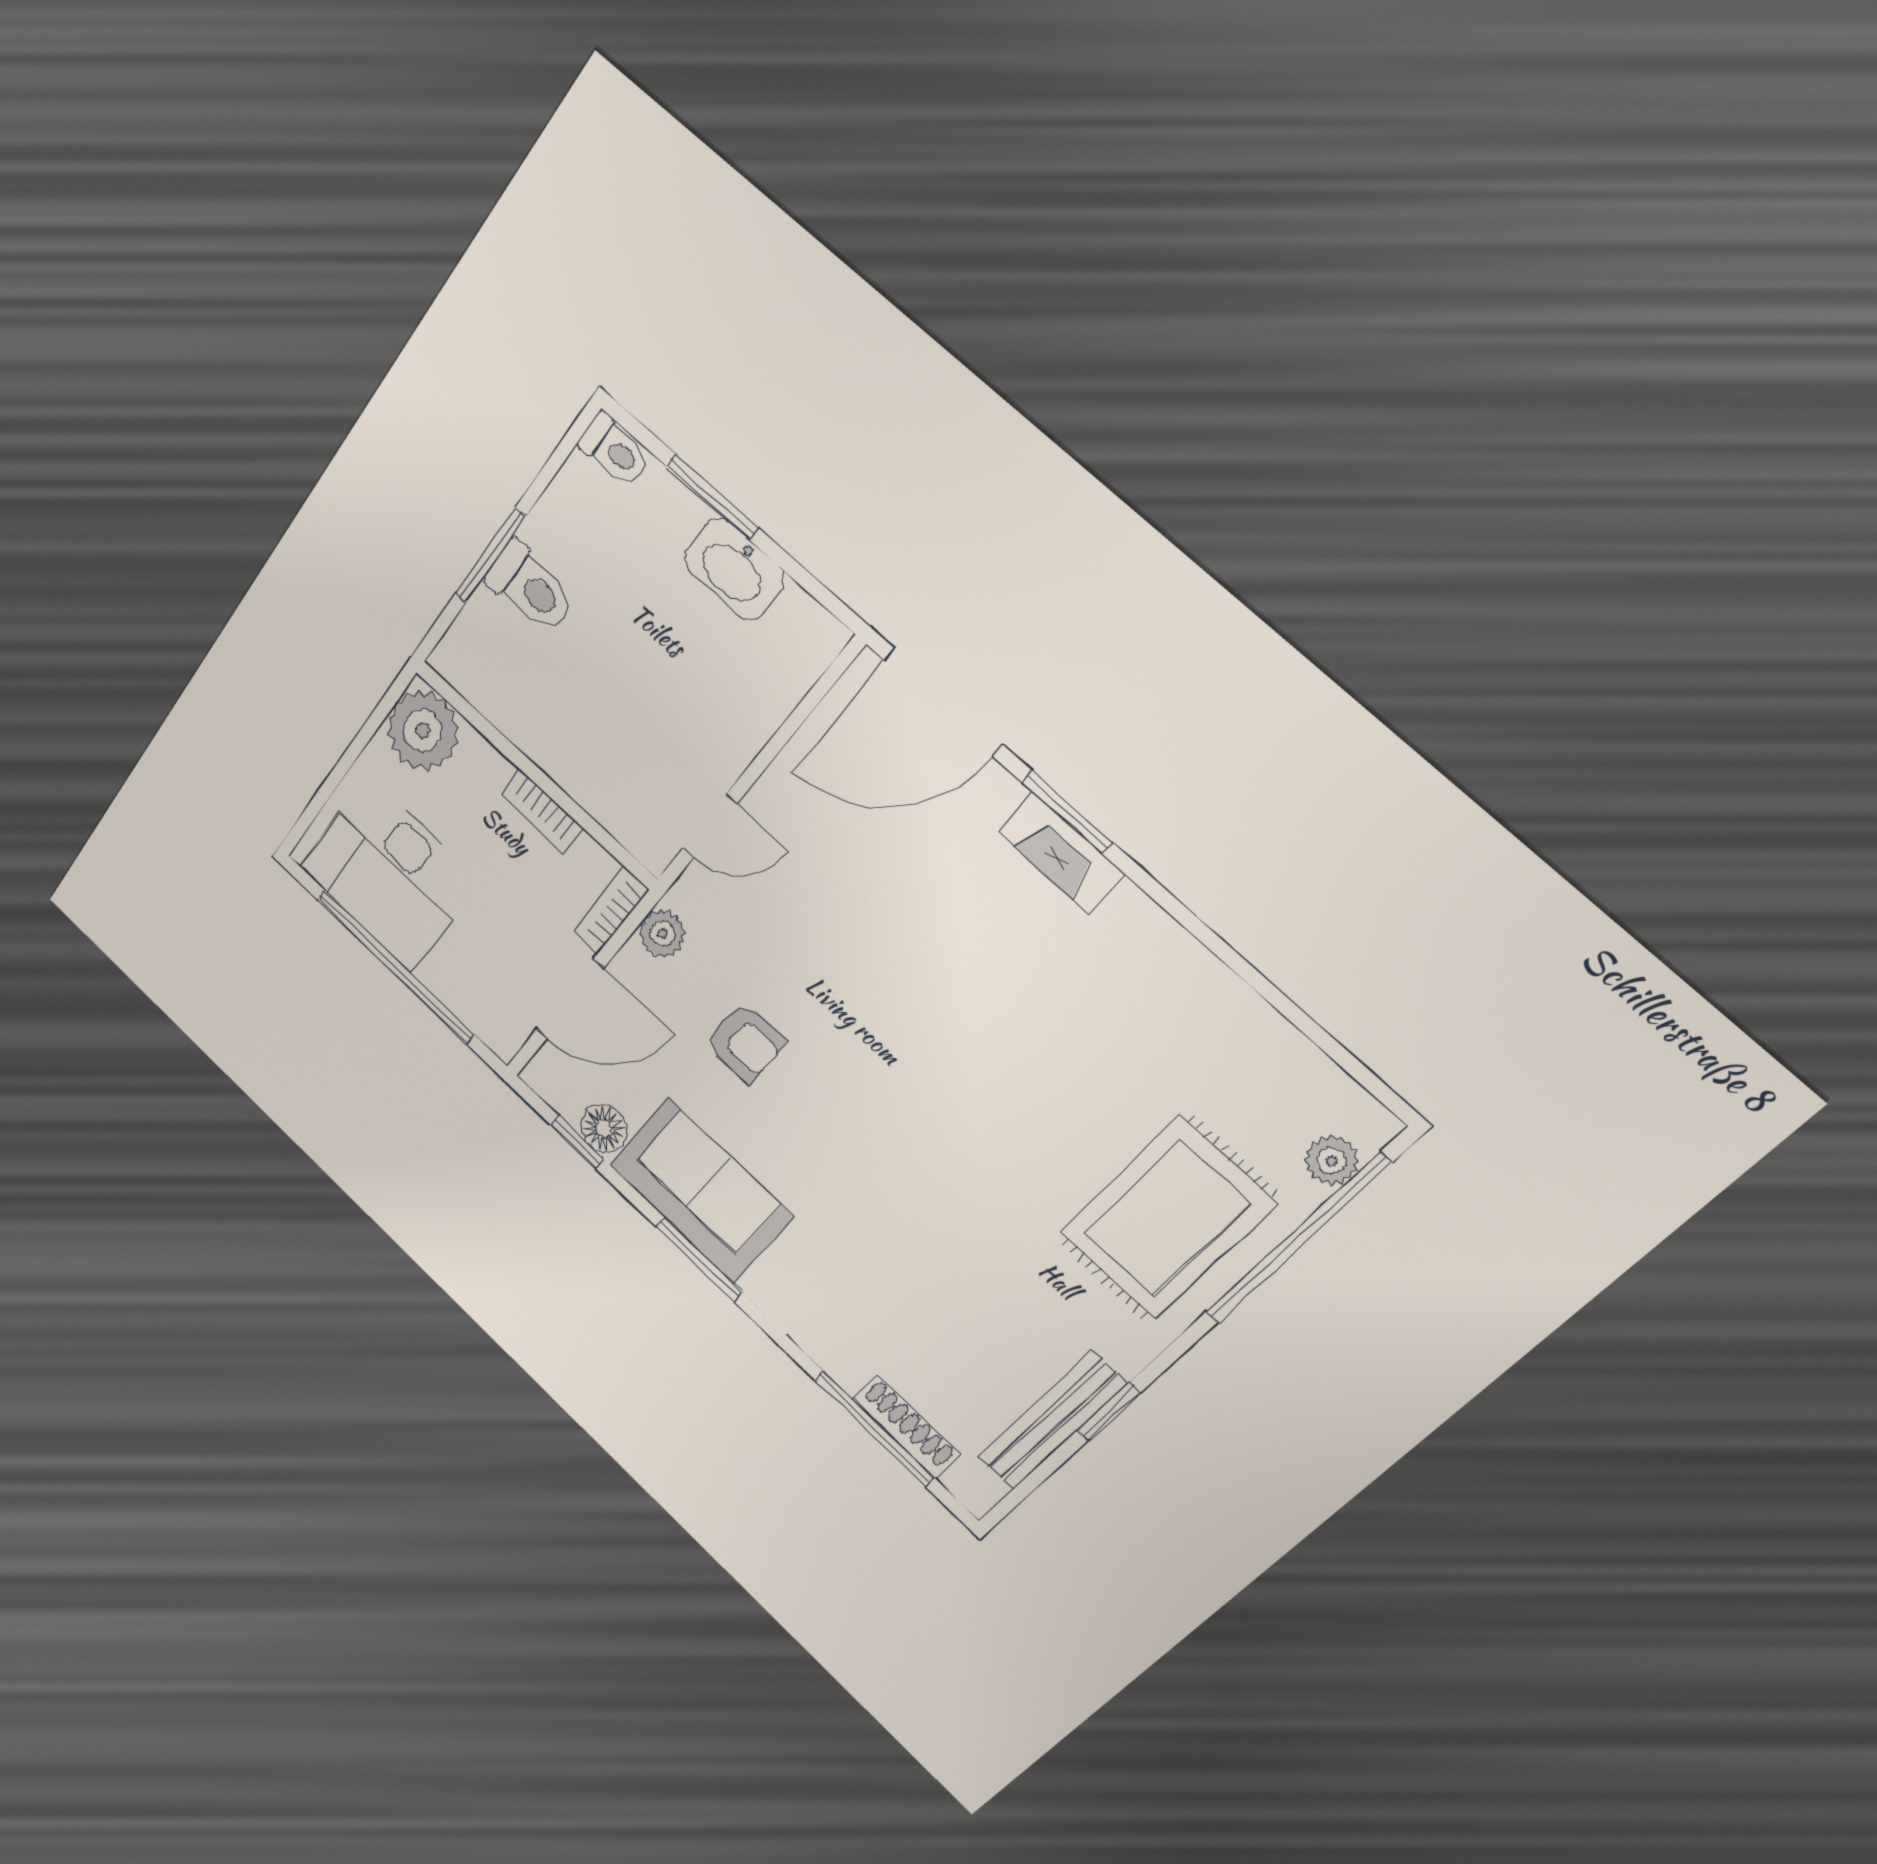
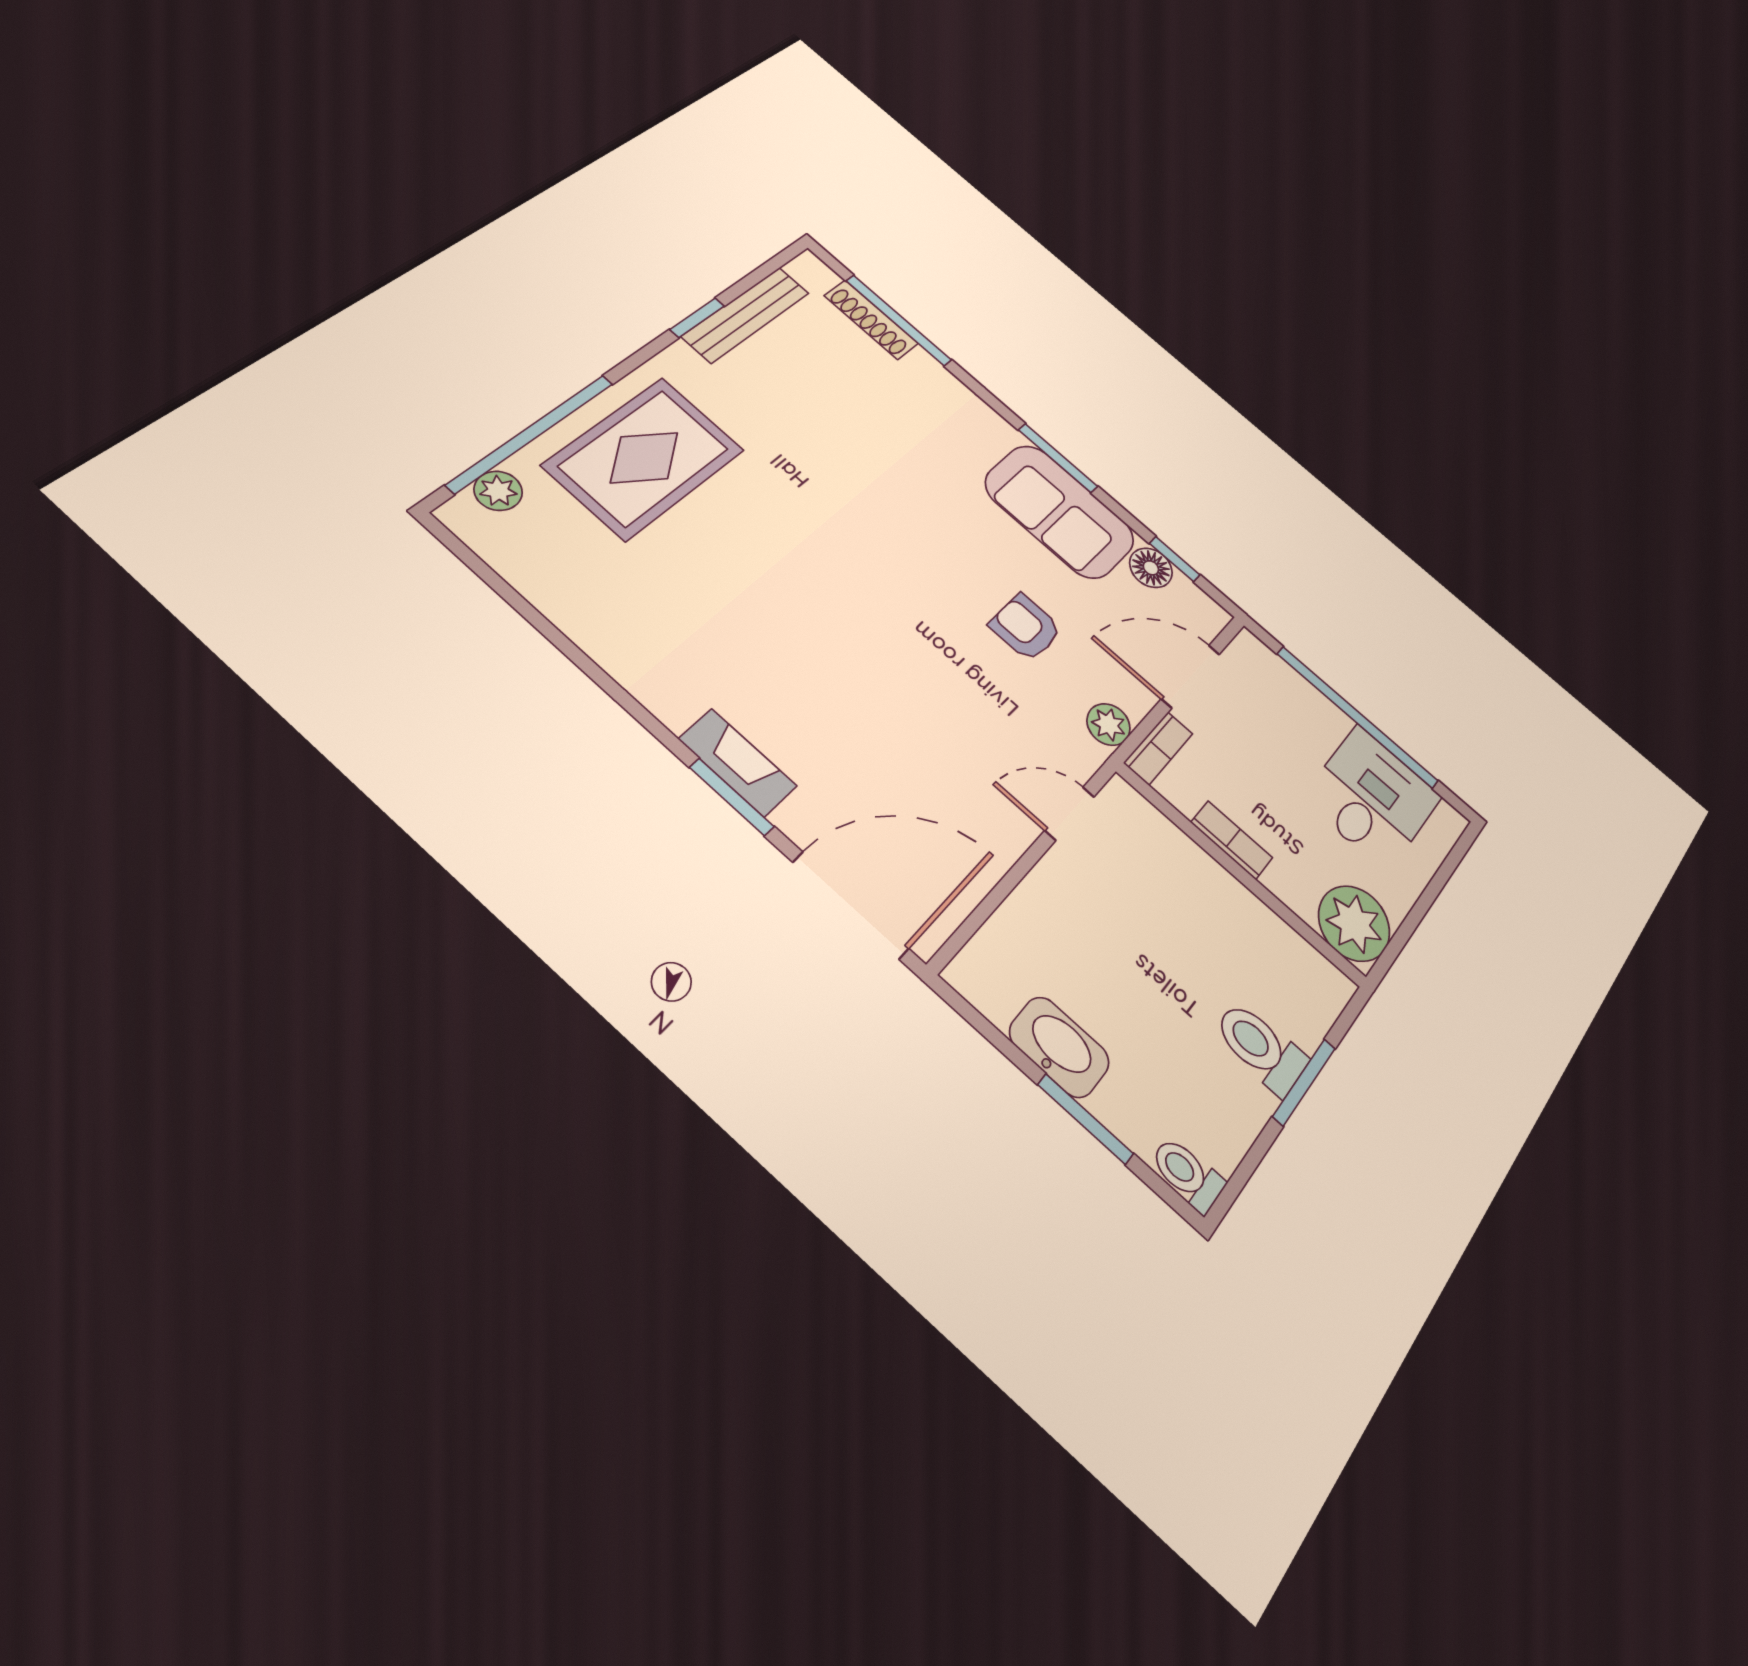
desk: (389, 874) -> (1372, 798), width x0.73

